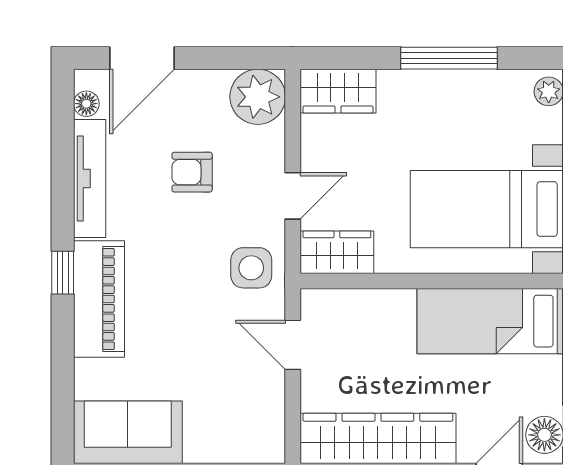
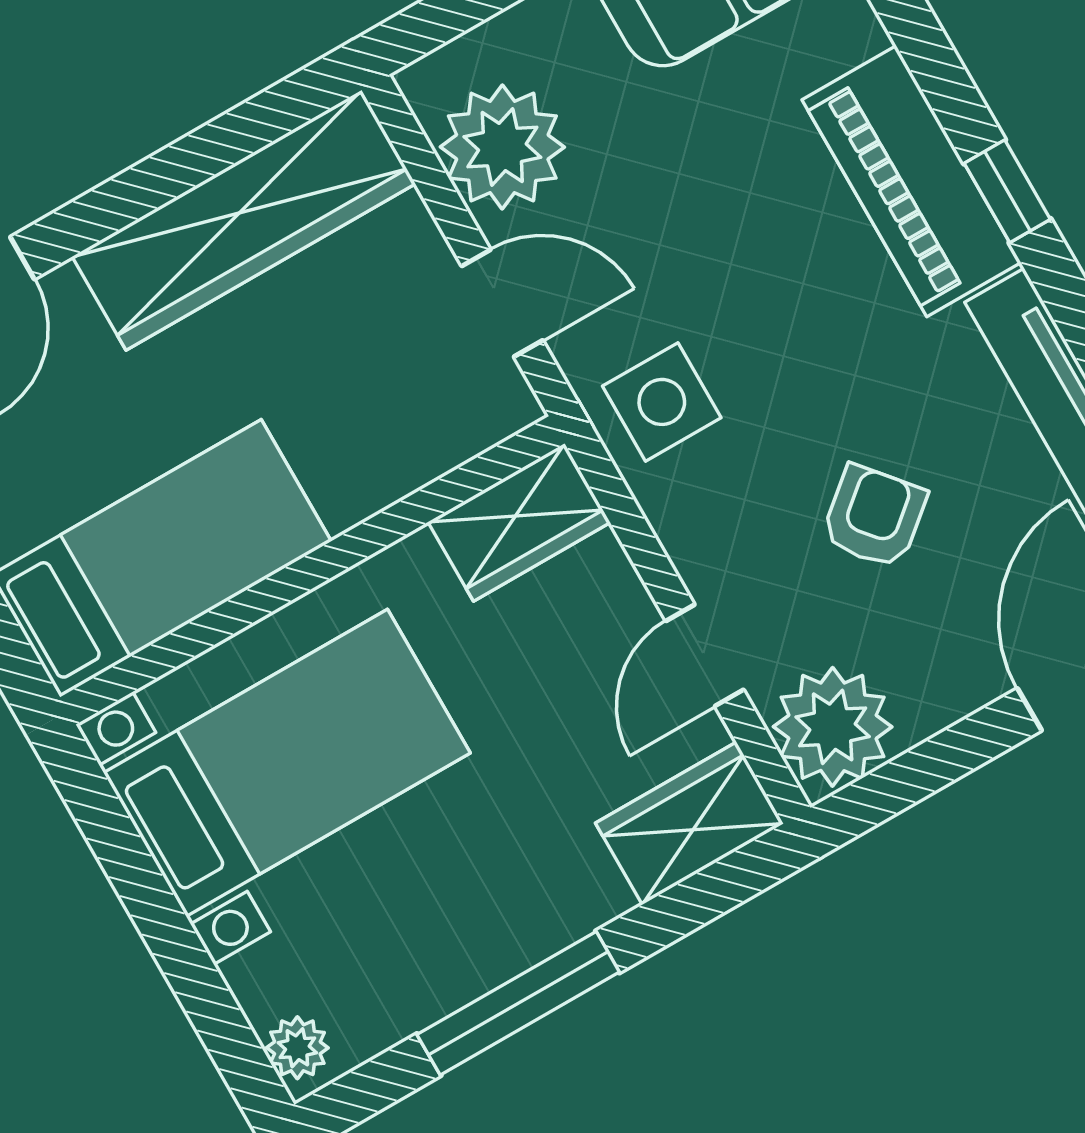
armchair: (192, 172) -> (874, 517), turned -40
door: (293, 196) -> (705, 655), moved
plant: (256, 408) -> (502, 147), added

